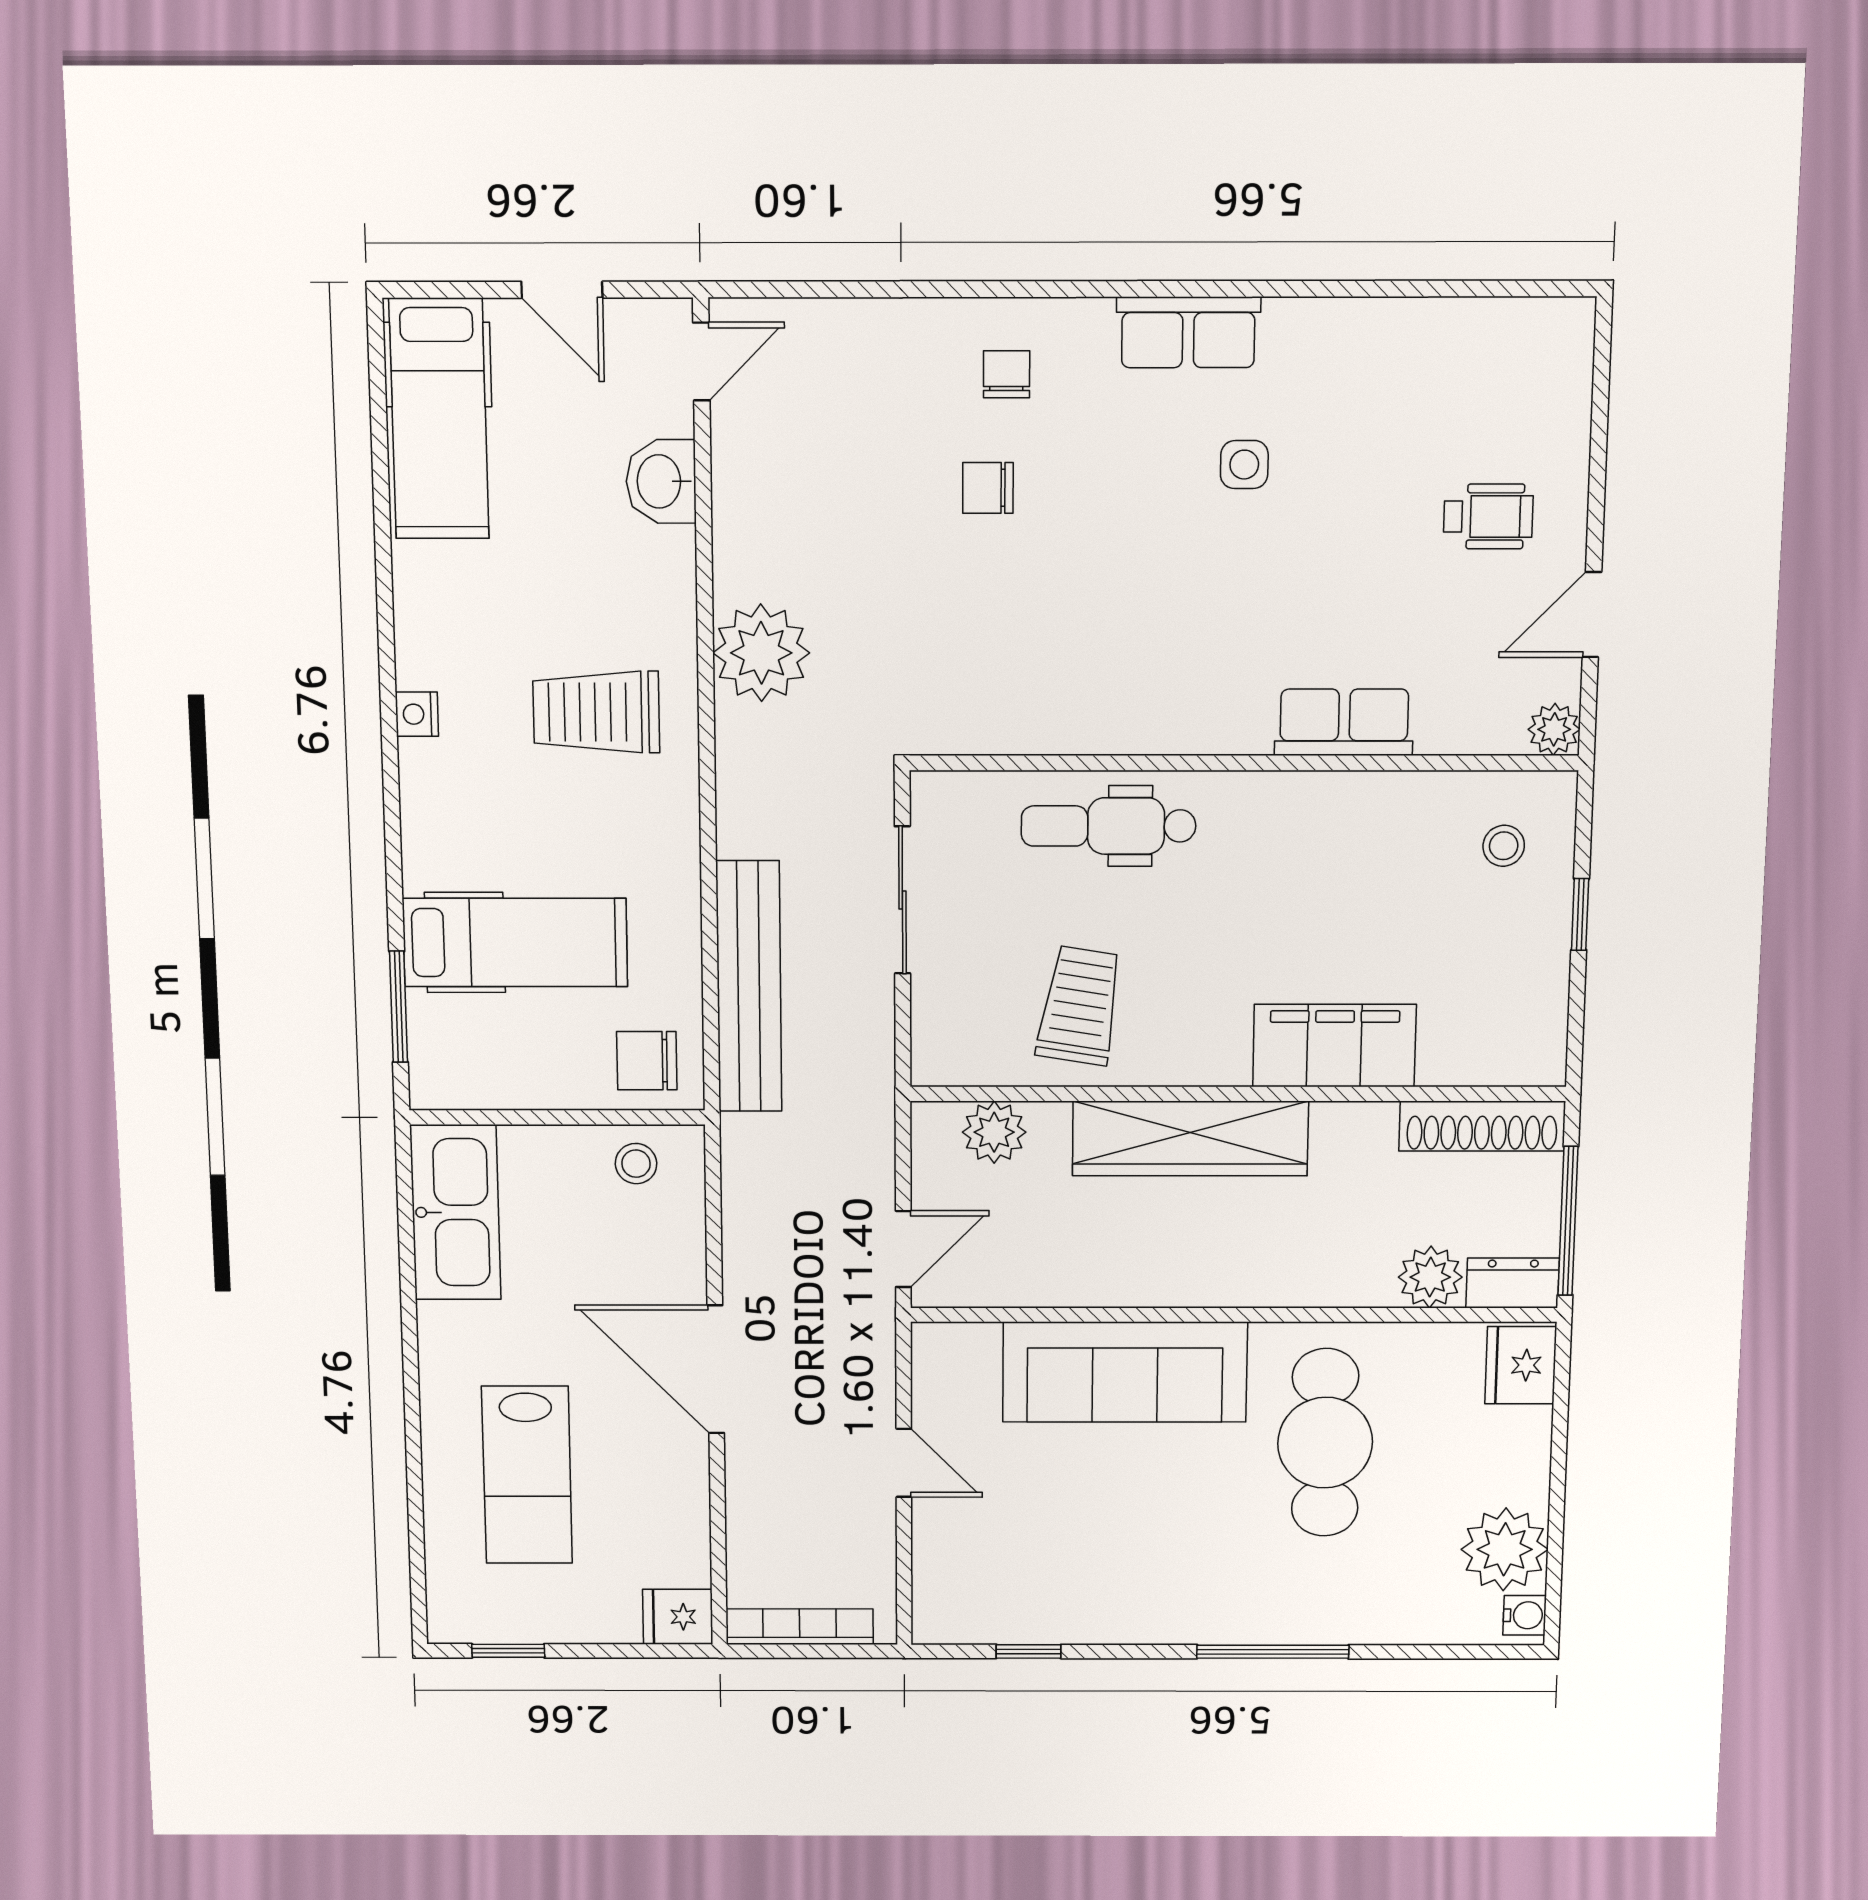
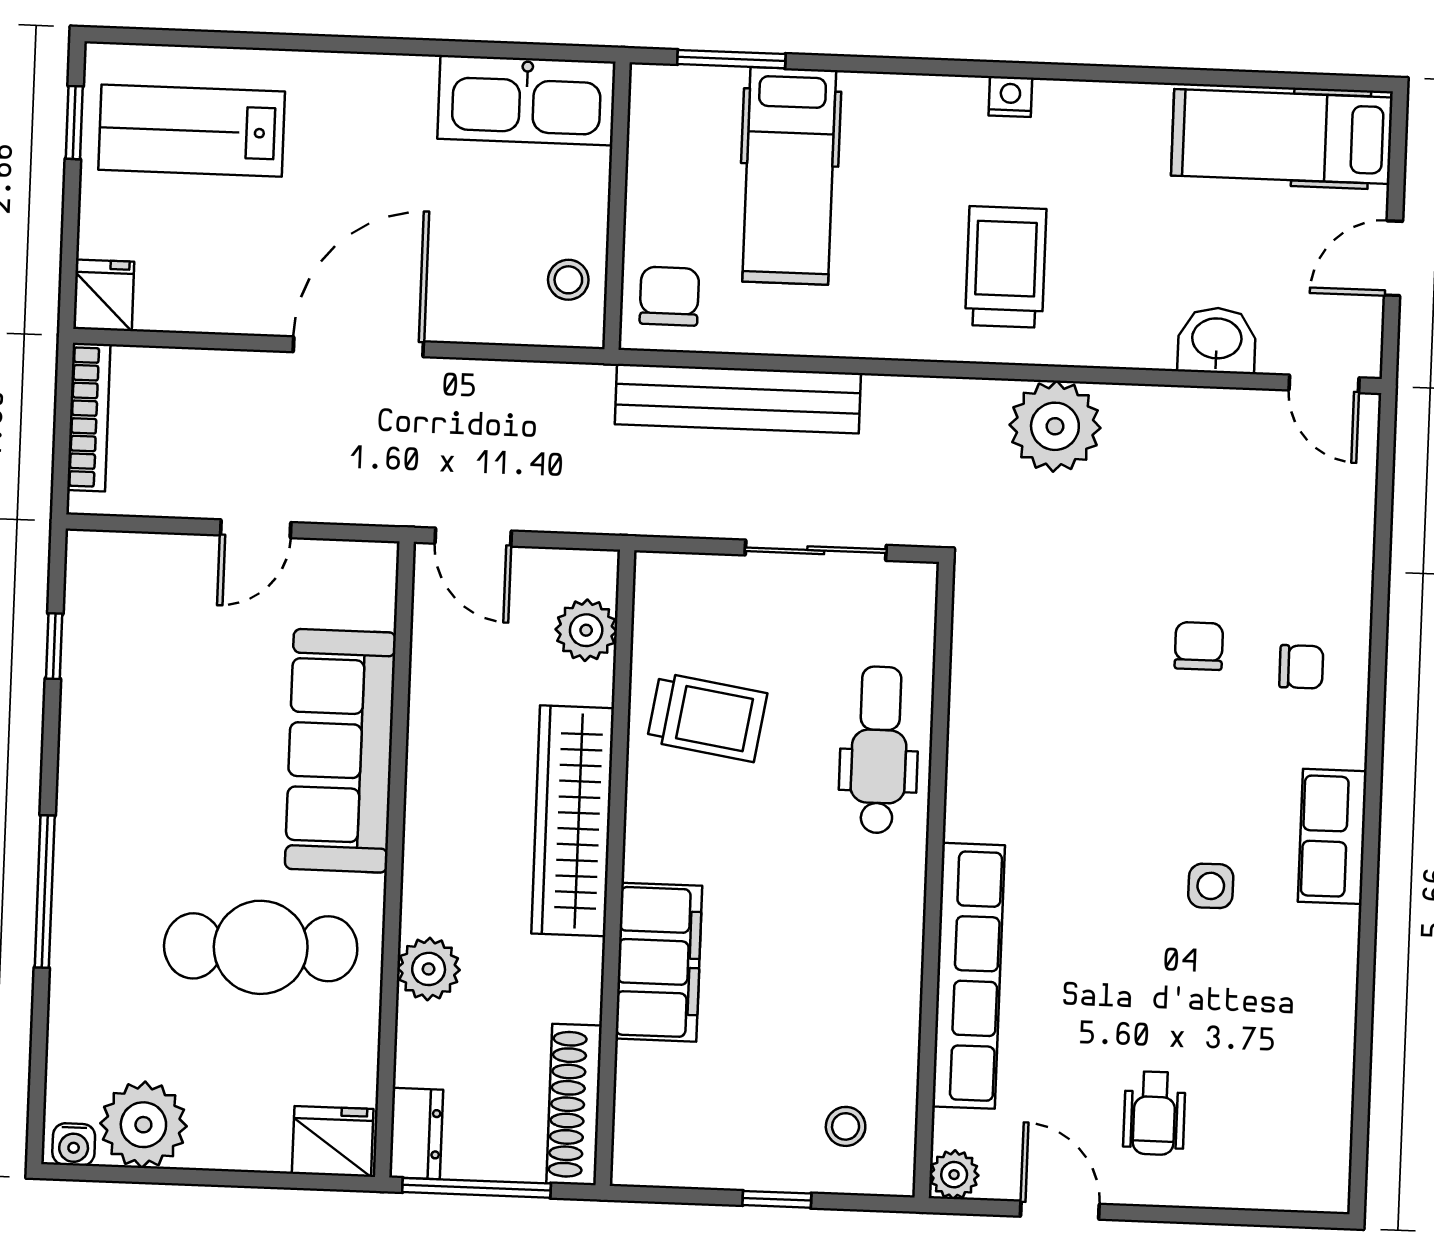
row of seats: (1344, 722) -> (968, 976), width x2.02
plant: (1430, 1277) -> (429, 969), moved
lab bench: (527, 1475) -> (192, 131), moved

